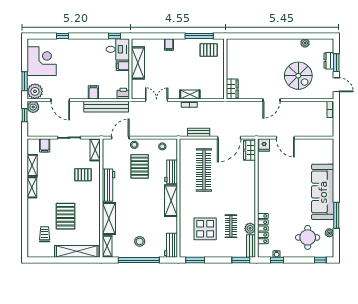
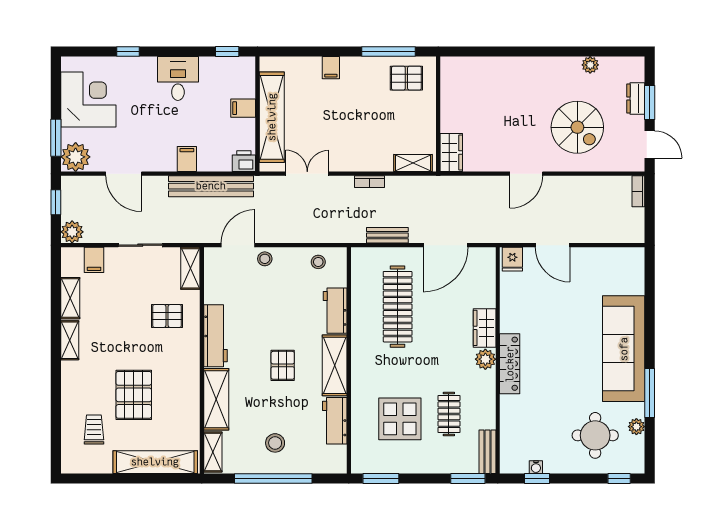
desk: (118, 49) -> (178, 79), moved, turned -90
shelving: (138, 63) -> (272, 117), width x1.47
shelving: (190, 95) -> (413, 163), moved
plant: (33, 107) -> (72, 232), moved
wardrobe: (250, 150) -> (485, 328), moved
pallet: (140, 166) -> (283, 365), moved, width x0.67, depth x0.71
plant: (250, 228) -> (485, 359), moved
locker: (263, 229) -> (510, 364), moved
workbench: (171, 245) -> (335, 421), moved

